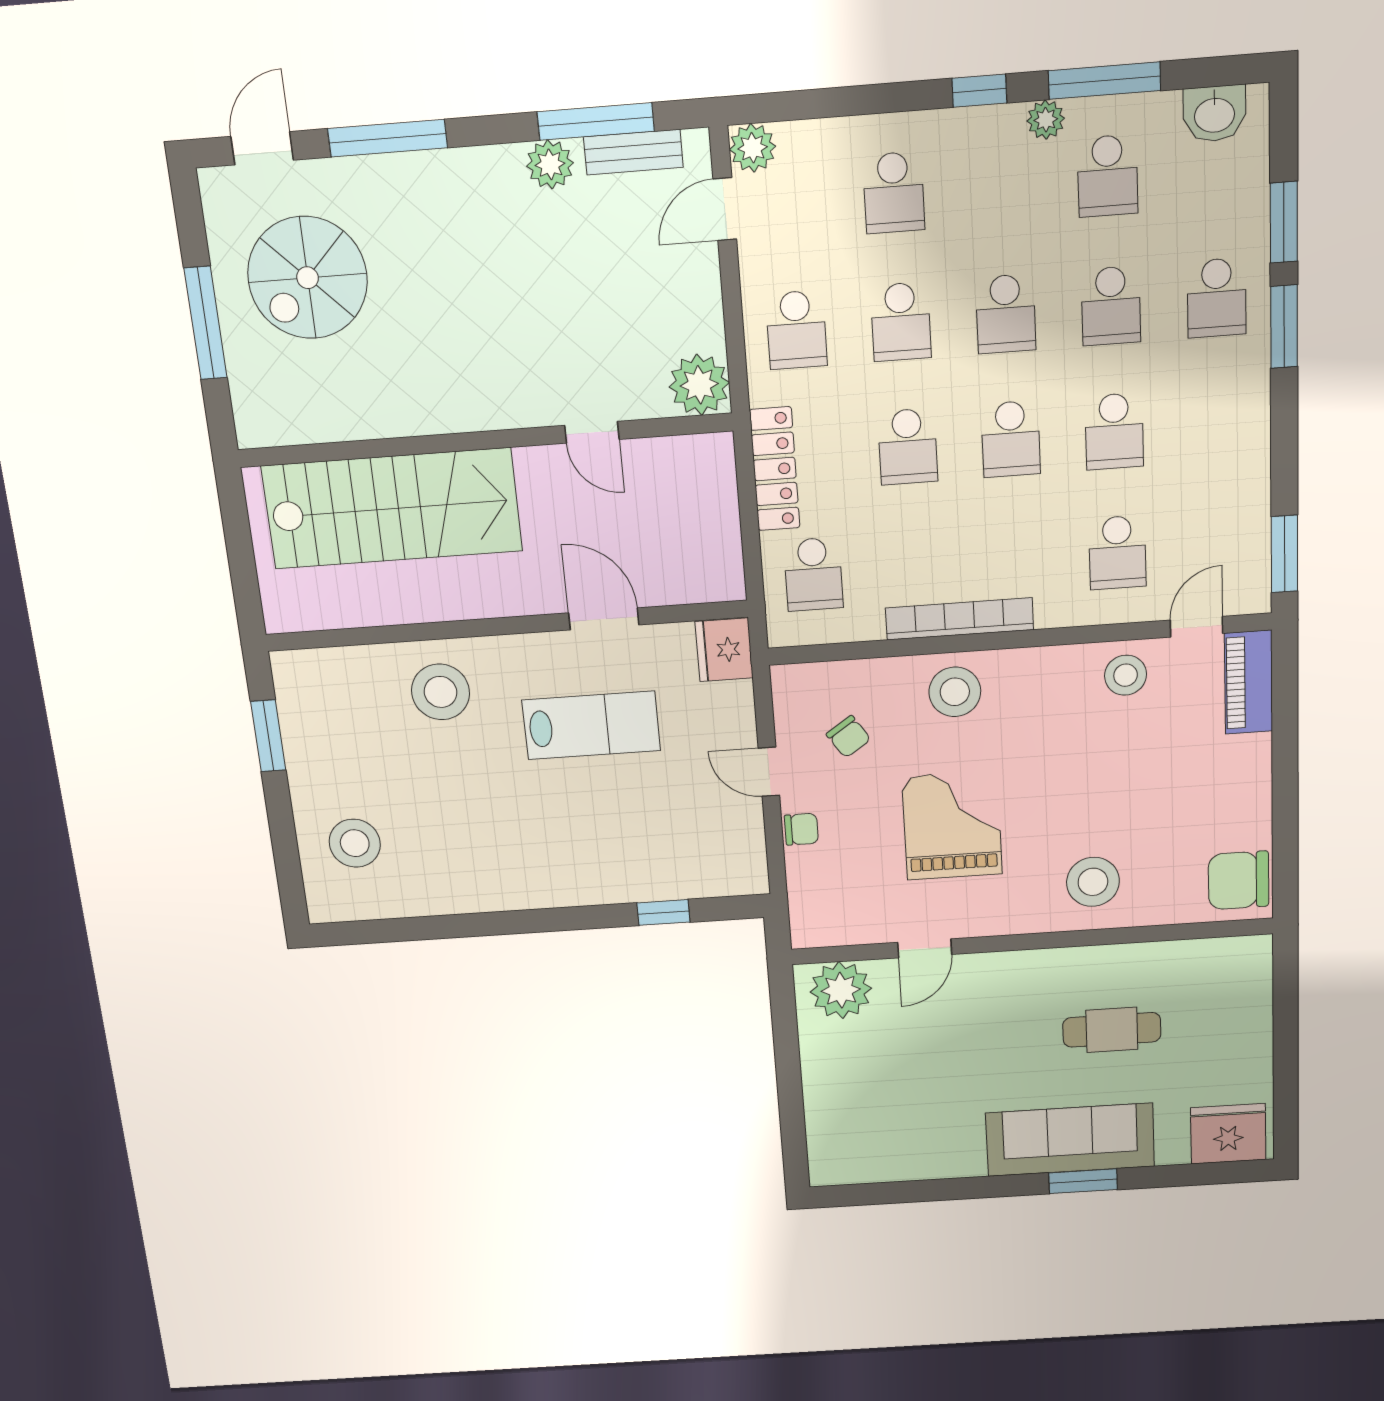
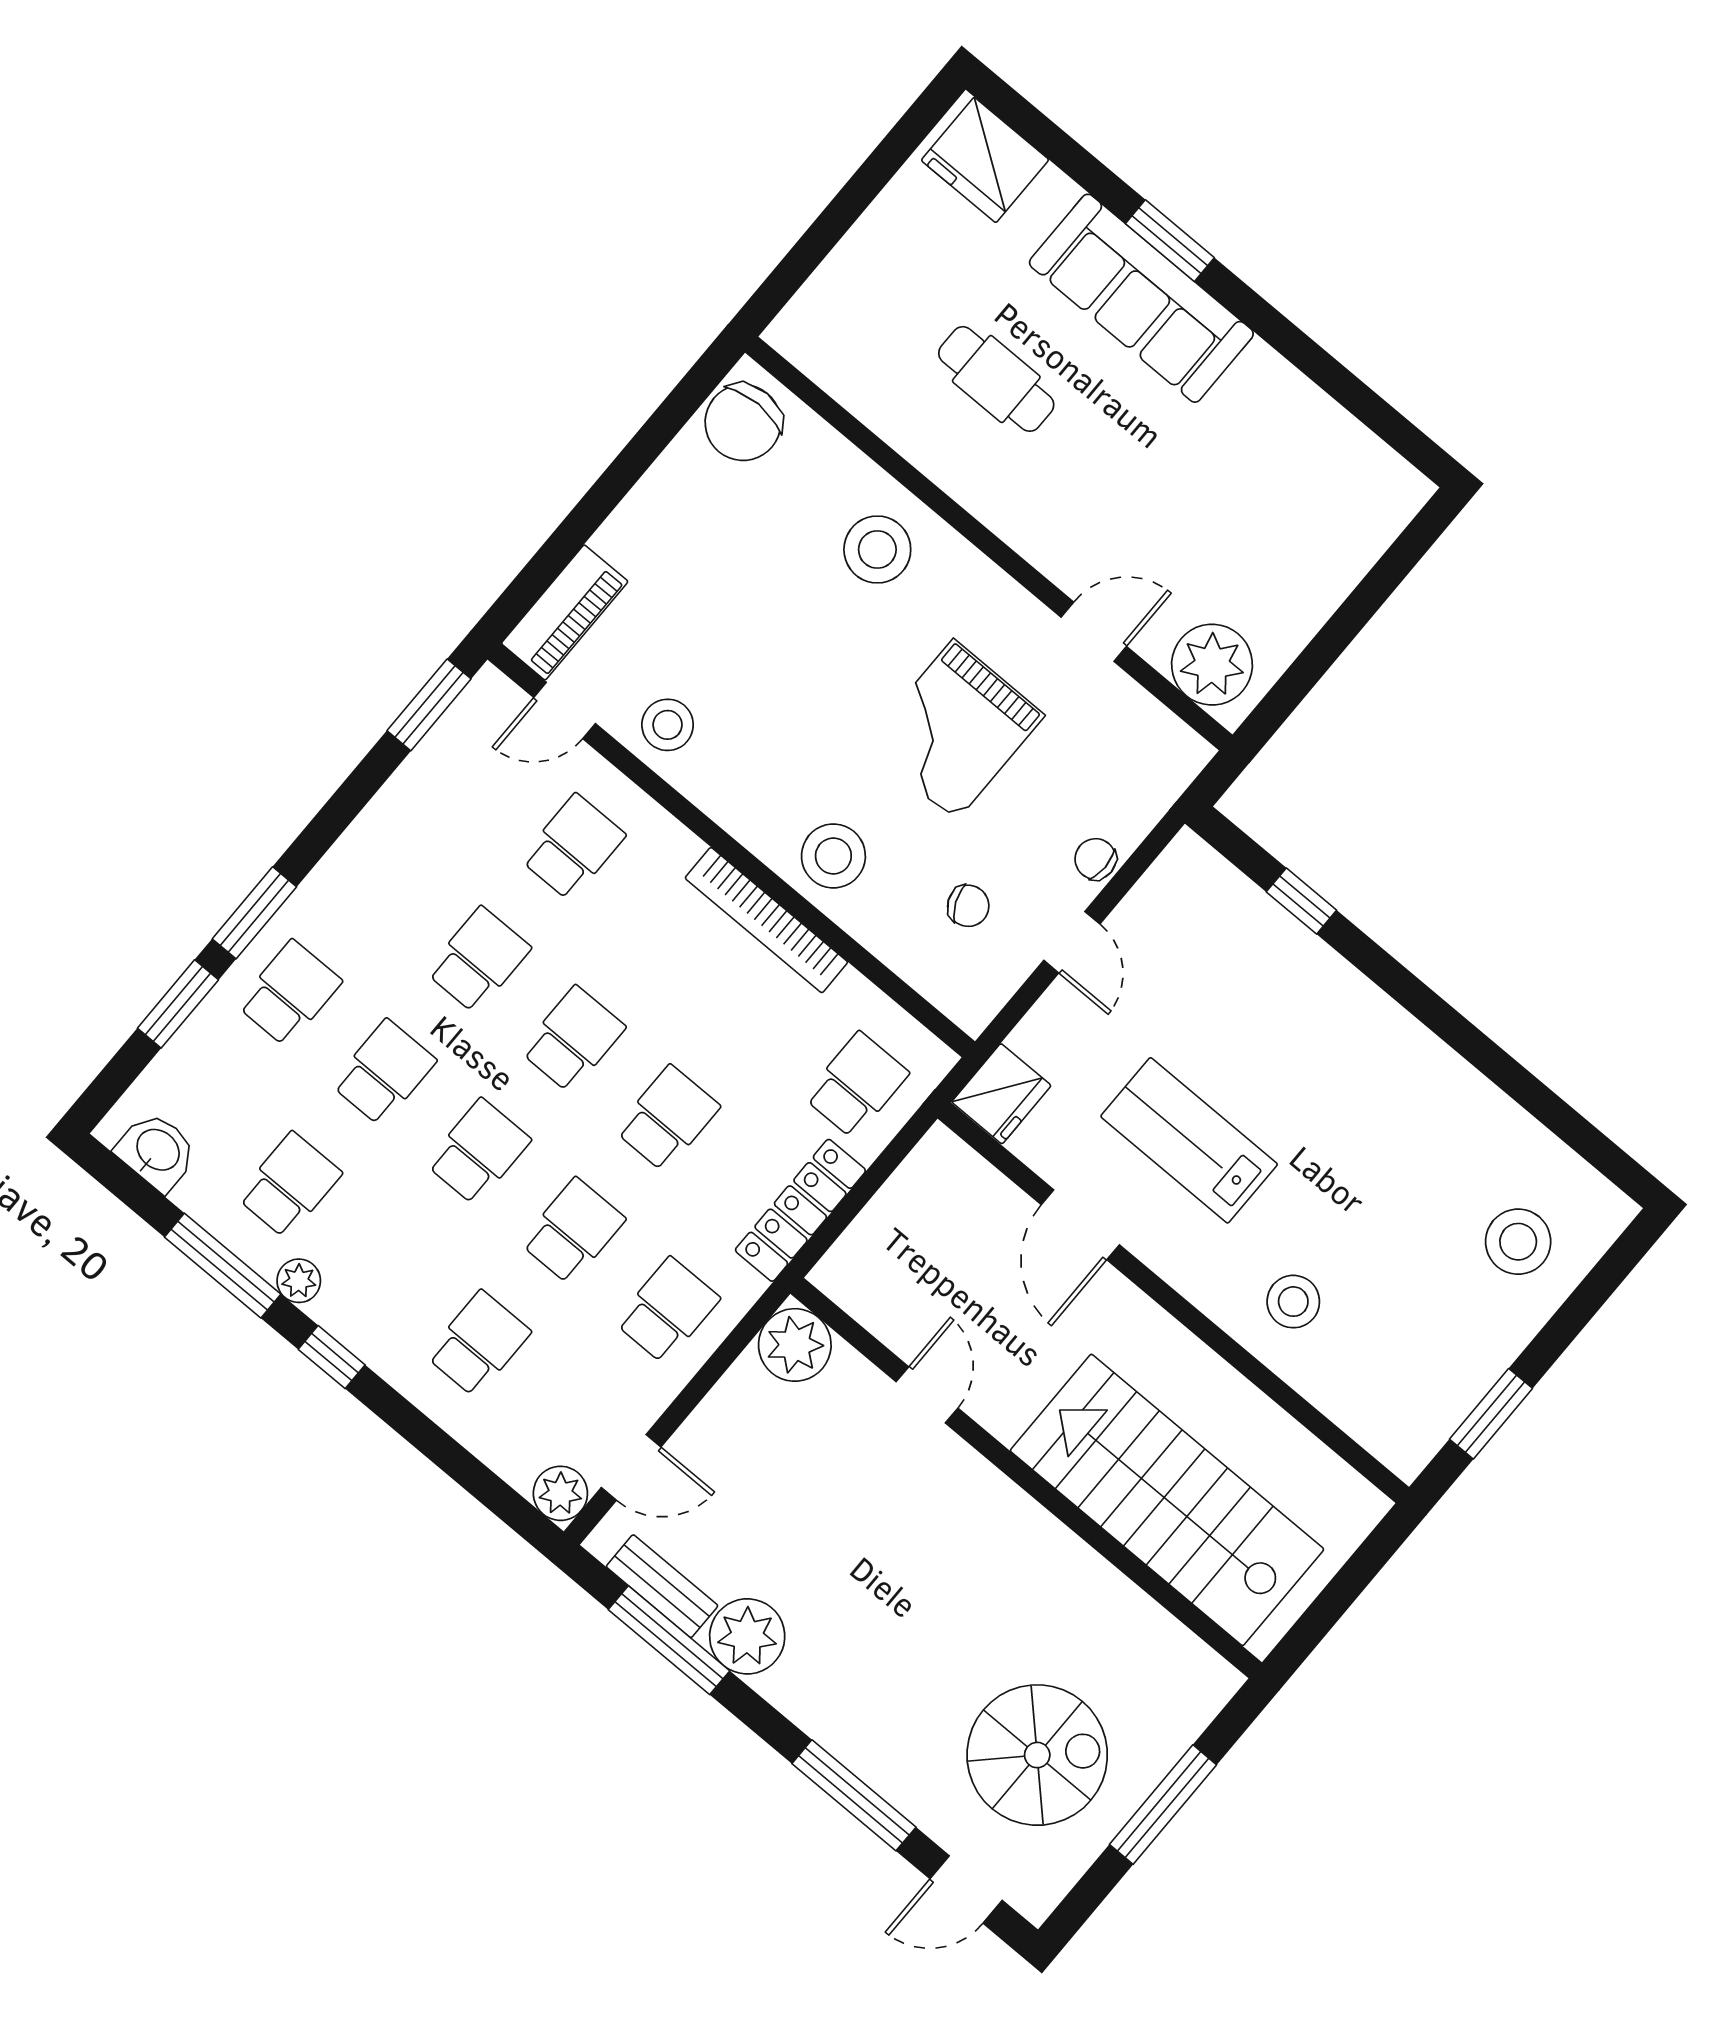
plant: (550, 164) -> (747, 1636), width x1.36, depth x1.36
stool: (441, 692) -> (1293, 1302), width x0.73, depth x0.73
chair: (848, 737) -> (968, 906), turned 100
chair: (1238, 880) -> (743, 423), turned 90

